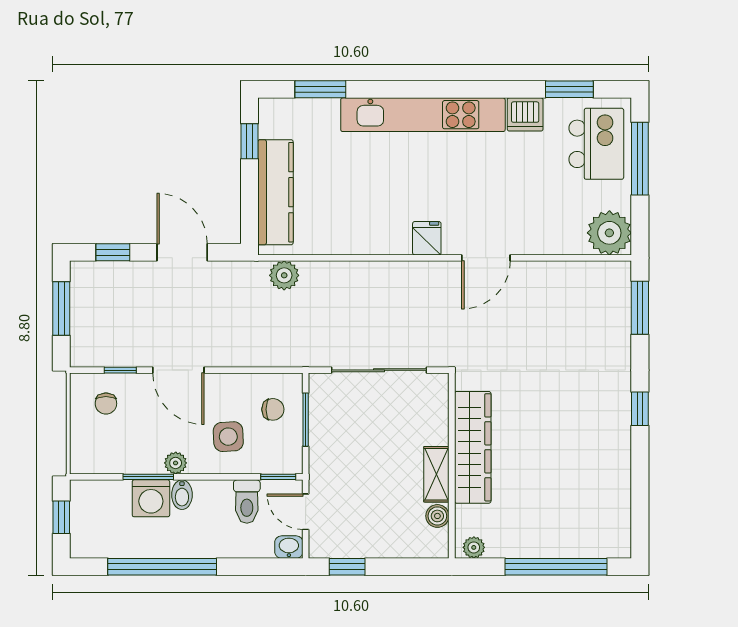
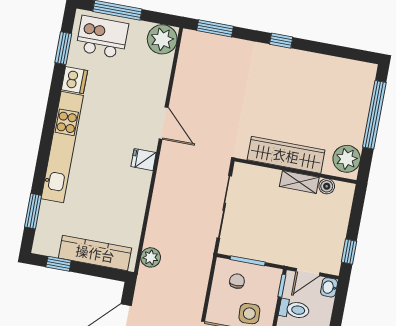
plant: (474, 547) -> (347, 159), width x1.87, depth x1.87

